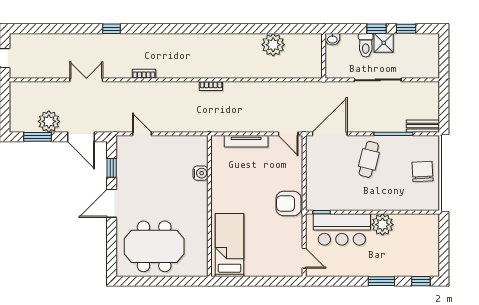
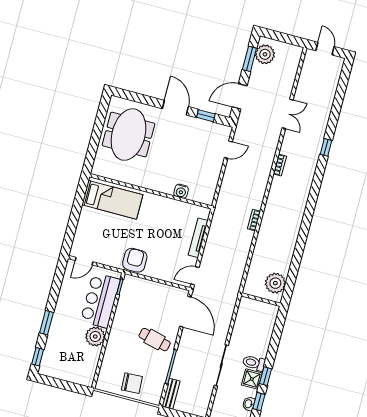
washbasin: (332, 39) -> (249, 404), moved
wall: (324, 56) -> (261, 300), moved
plant: (49, 121) -> (265, 54), moved

